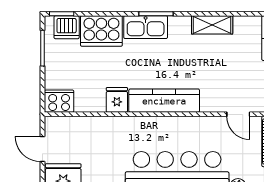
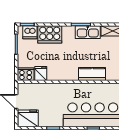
kitchen sink: (146, 27) -> (88, 32), moved
fridge: (117, 100) -> (41, 74), moved
kitchen counter: (164, 101) -> (92, 74), width x0.67

